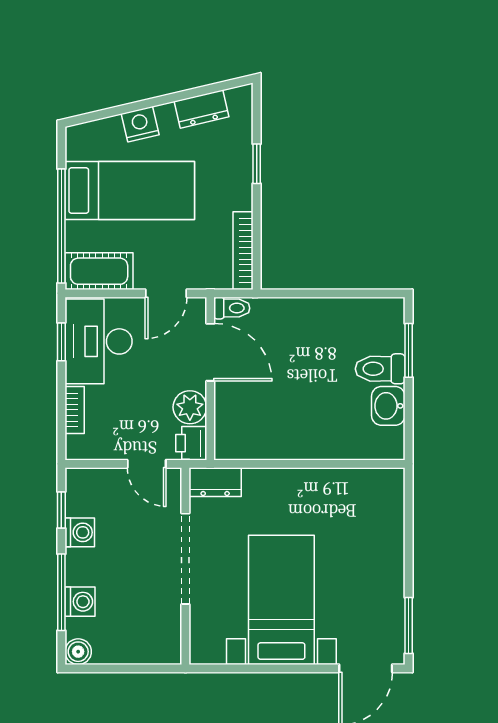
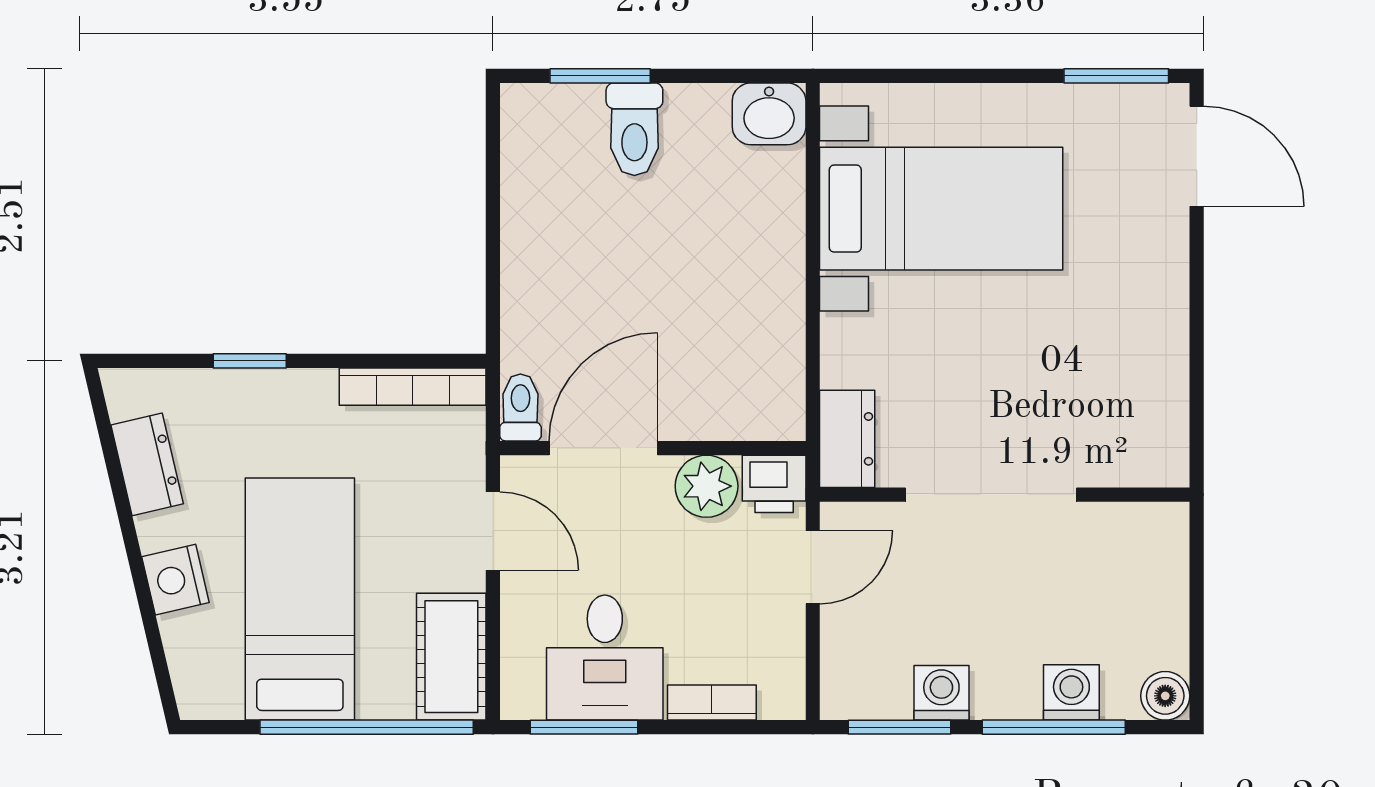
desk: (99, 341) -> (605, 658), width x0.73
window: (61, 342) -> (584, 727), width x1.50
washbasin: (388, 406) -> (769, 114), moved
window: (61, 510) -> (899, 727), width x1.50
bed with nightstands: (281, 600) -> (941, 209), moved, turned 180

